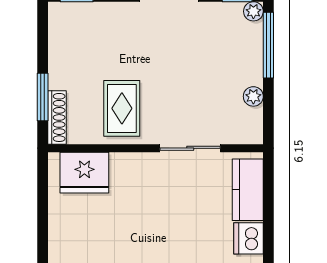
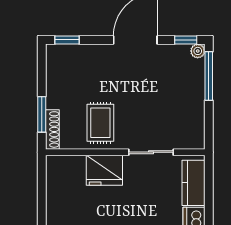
plant: (253, 96) -> (198, 114), removed
fridge: (84, 173) -> (104, 170), moved

